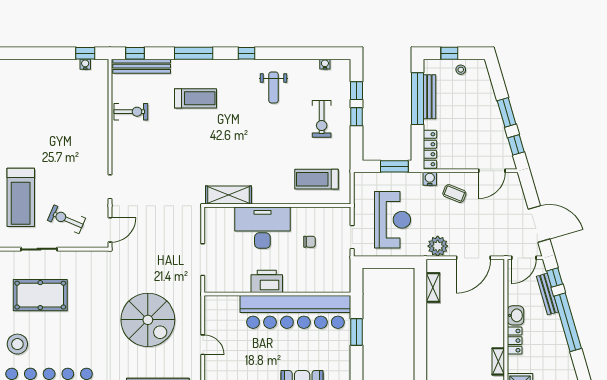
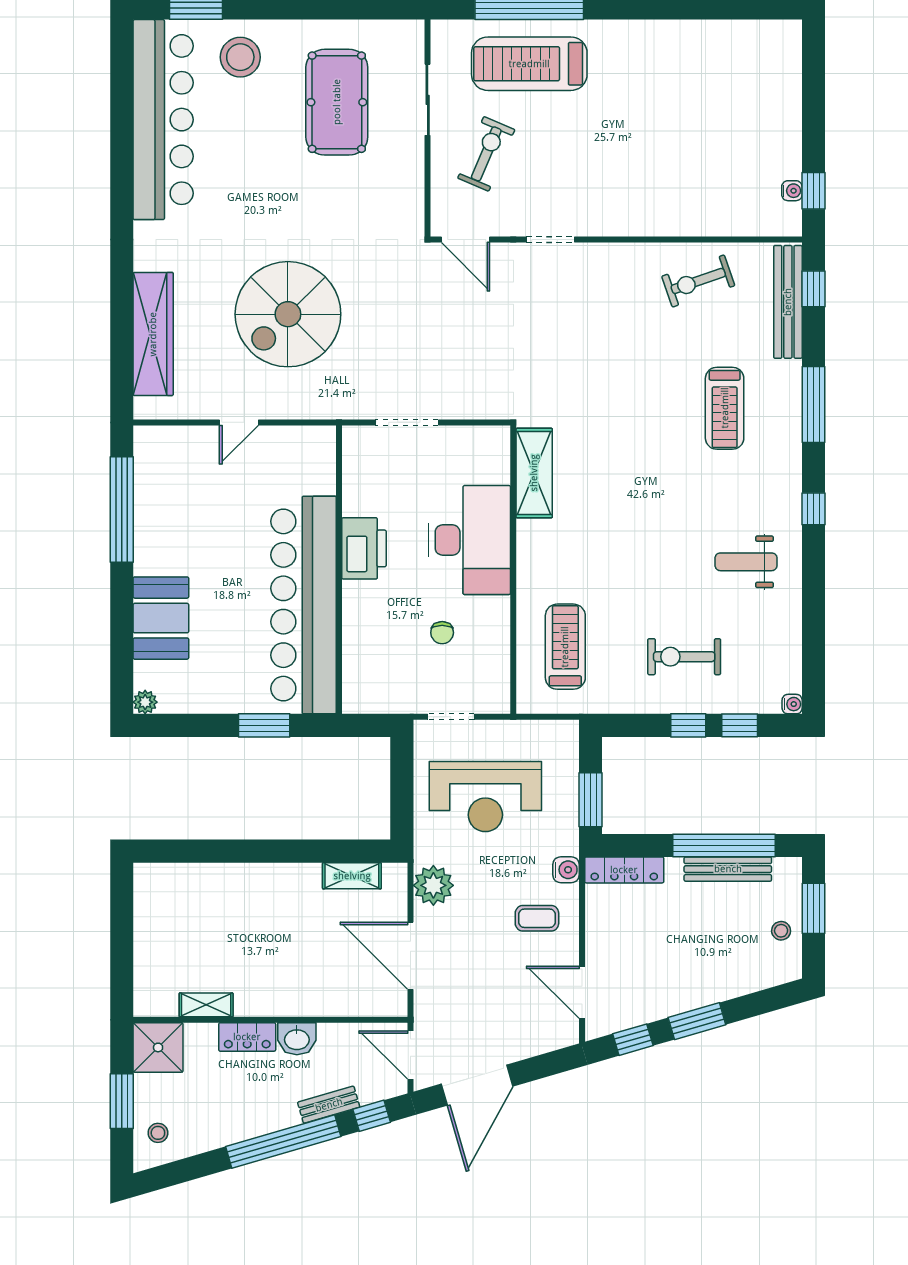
window: (449, 53) -> (813, 908), width x1.50
water cooler: (325, 64) -> (792, 704), moved
exercise bike: (131, 112) -> (698, 281), turned 71
coffee table: (454, 194) -> (537, 918), turned 68
bench: (547, 294) -> (329, 1105), width x0.73

